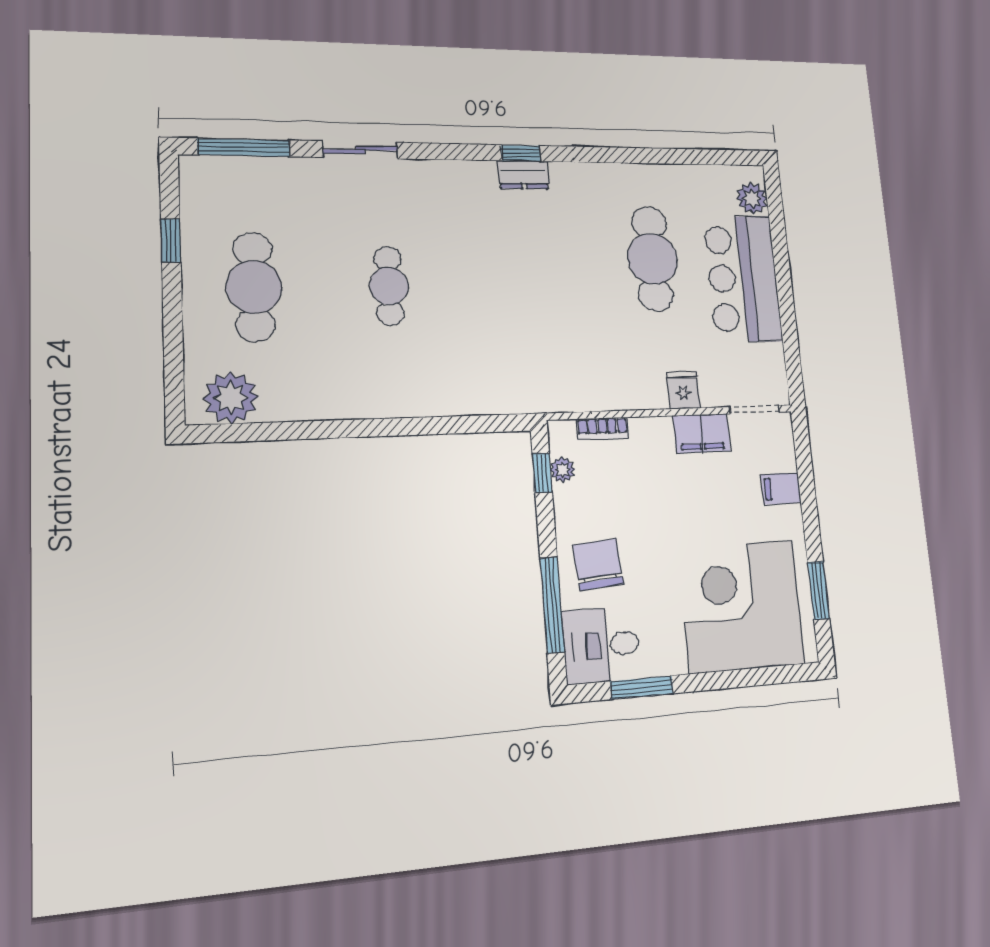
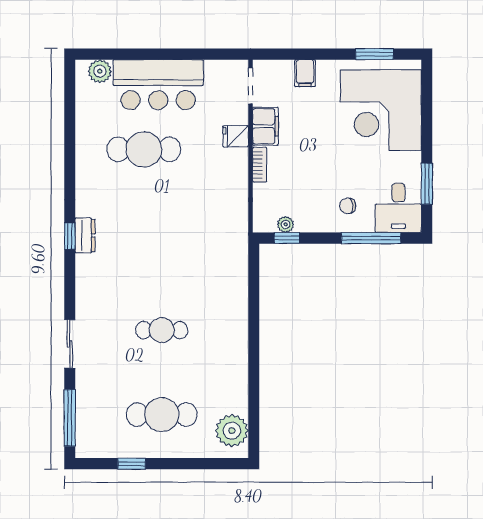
bookcase: (602, 429) -> (260, 165), moved
chair: (598, 564) -> (348, 206), width x0.54, depth x0.54

